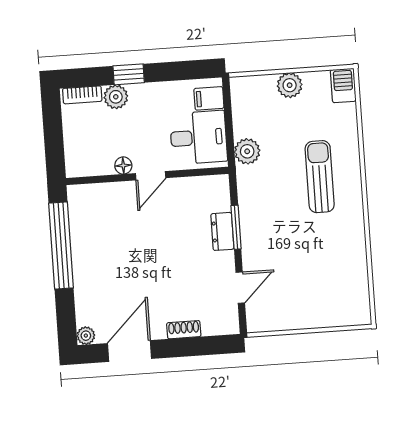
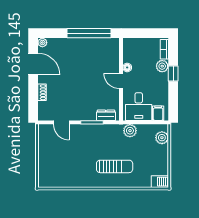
plant: (290, 85) -> (162, 138), moved
dresser: (222, 231) -> (106, 115), moved

